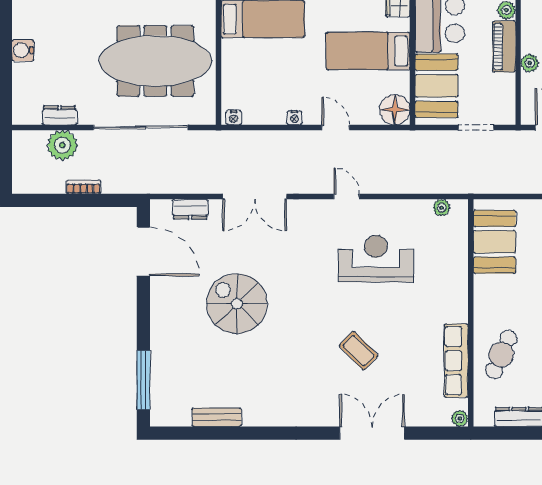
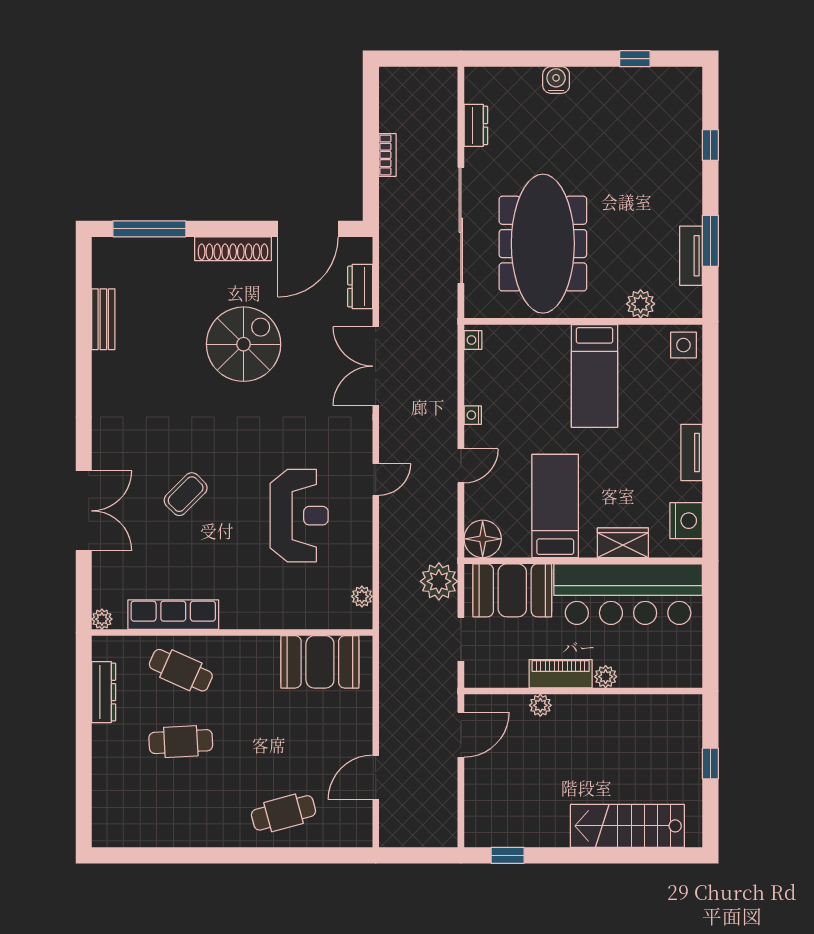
plant: (62, 145) -> (439, 581), moved
shoe rack: (160, 312) -> (233, 249), added

